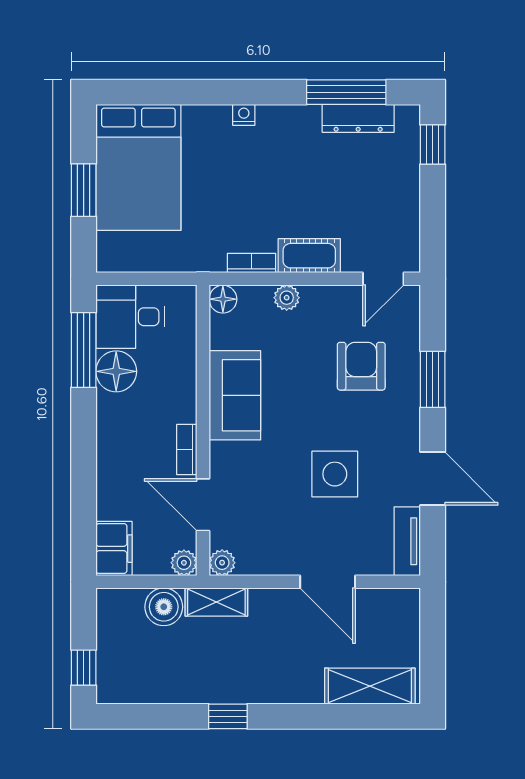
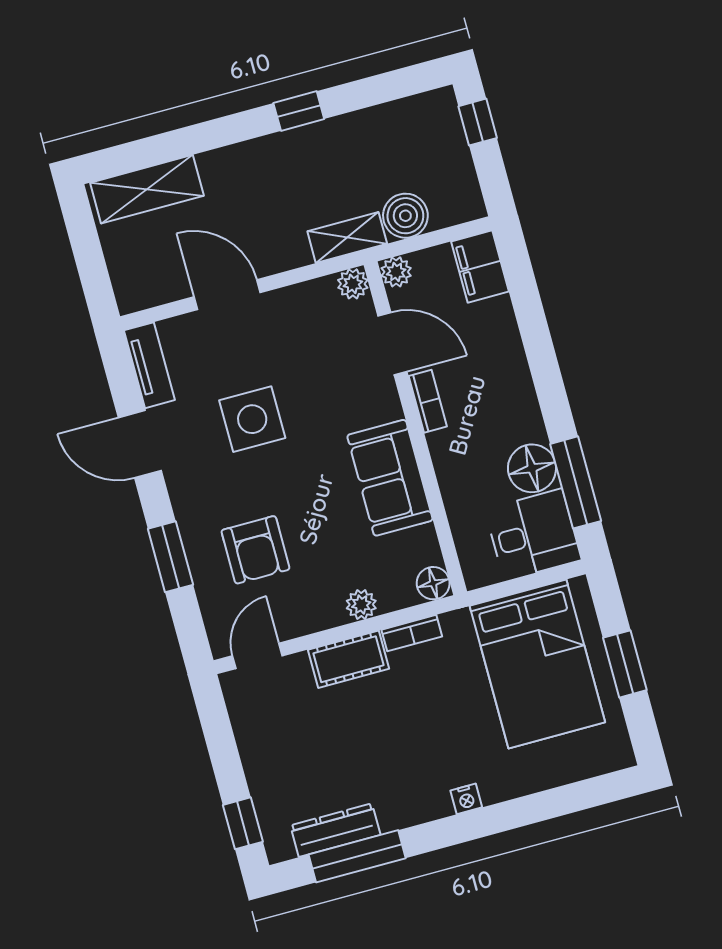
bed: (138, 167) -> (537, 664), moved, turned 180

